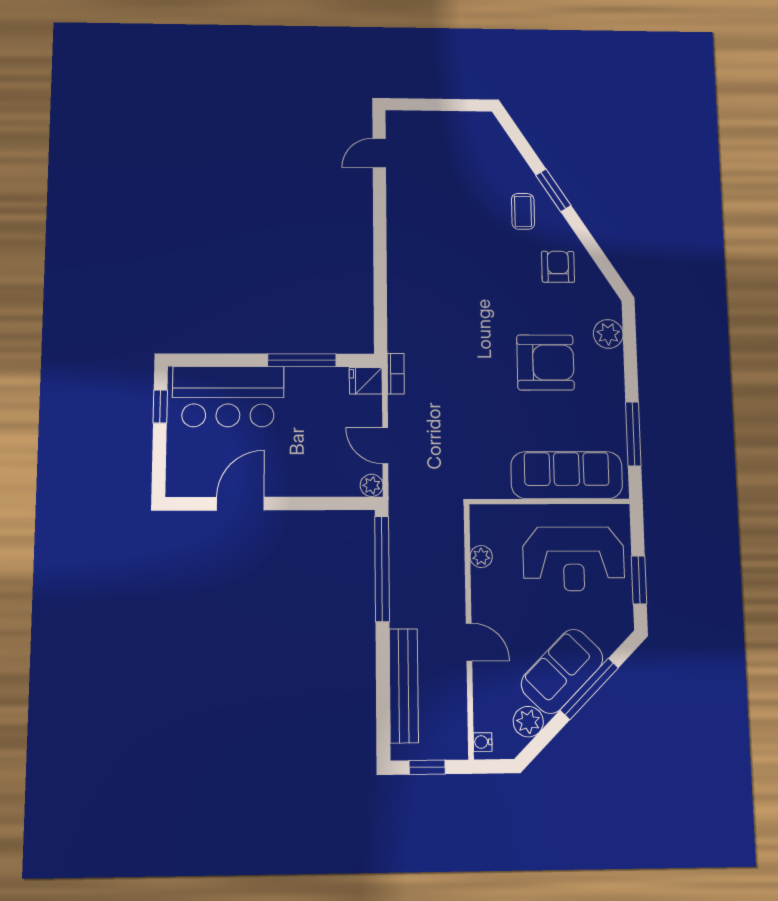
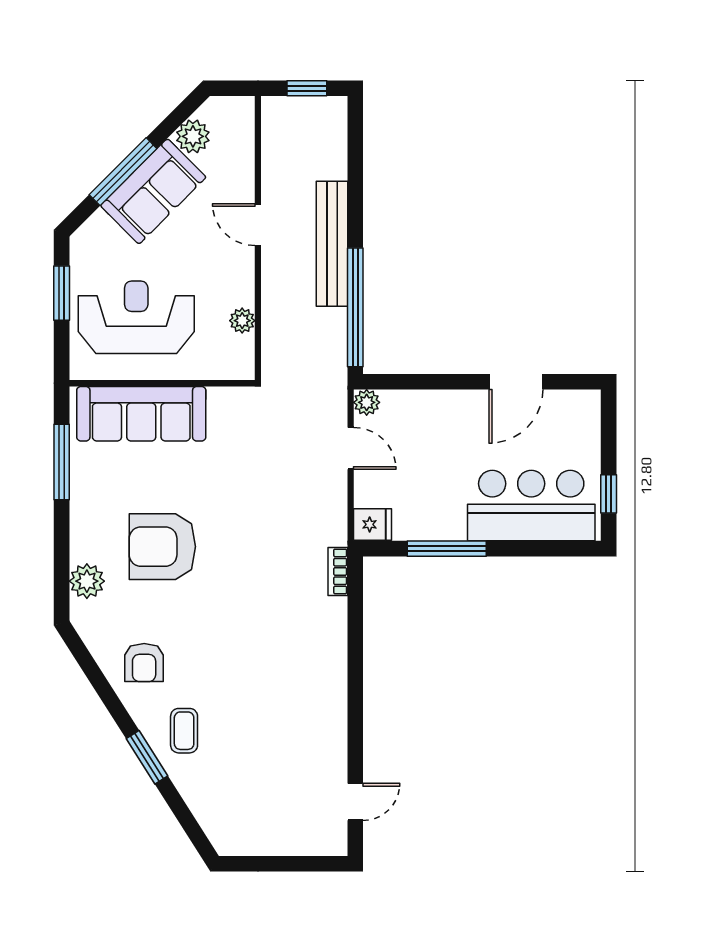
bookcase: (396, 374) -> (338, 571), moved
bench: (404, 686) -> (332, 244), moved
water cooler: (483, 742) -> (245, 115), removed

